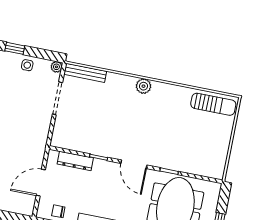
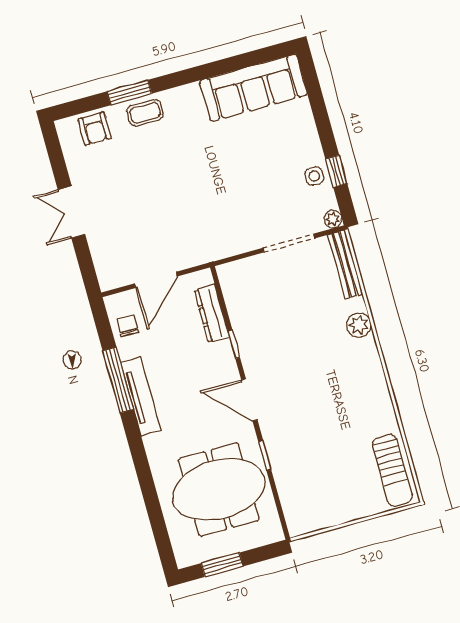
window: (15, 48) -> (336, 171), moved
plant: (143, 86) -> (359, 325), moved
door: (134, 164) -> (249, 400), hinge flipped
door: (41, 183) -> (156, 280), swing flipped

